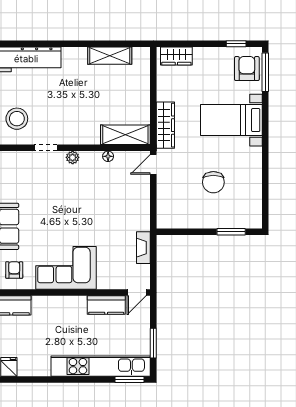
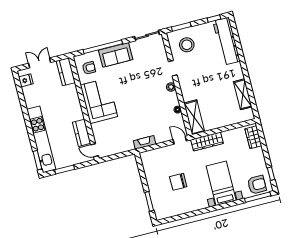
fireplace: (143, 248) -> (145, 142), moved

